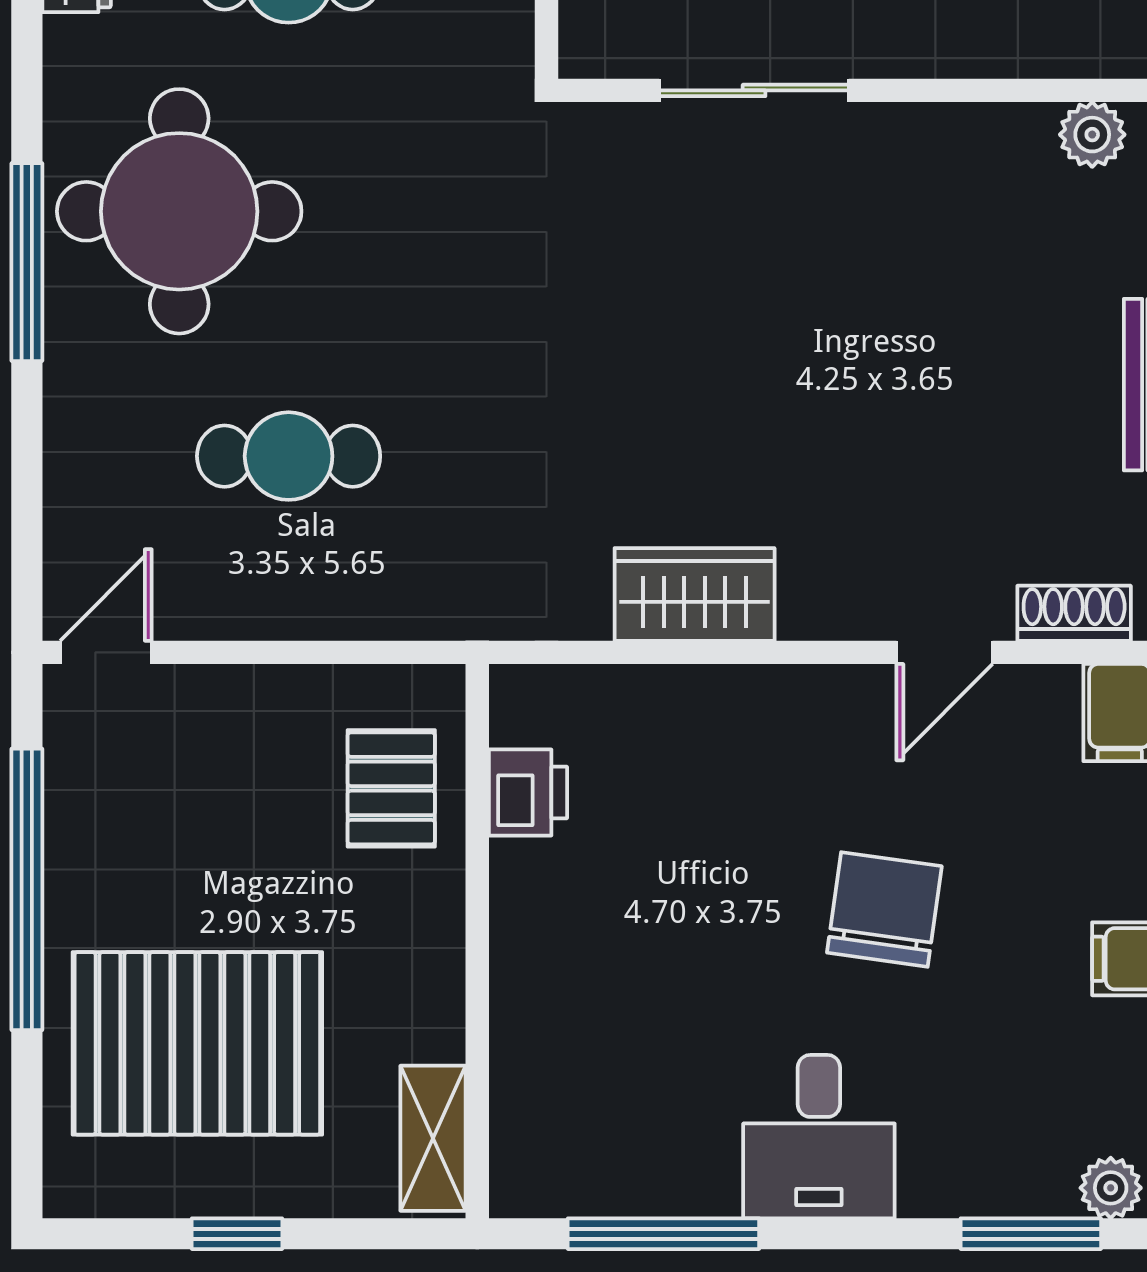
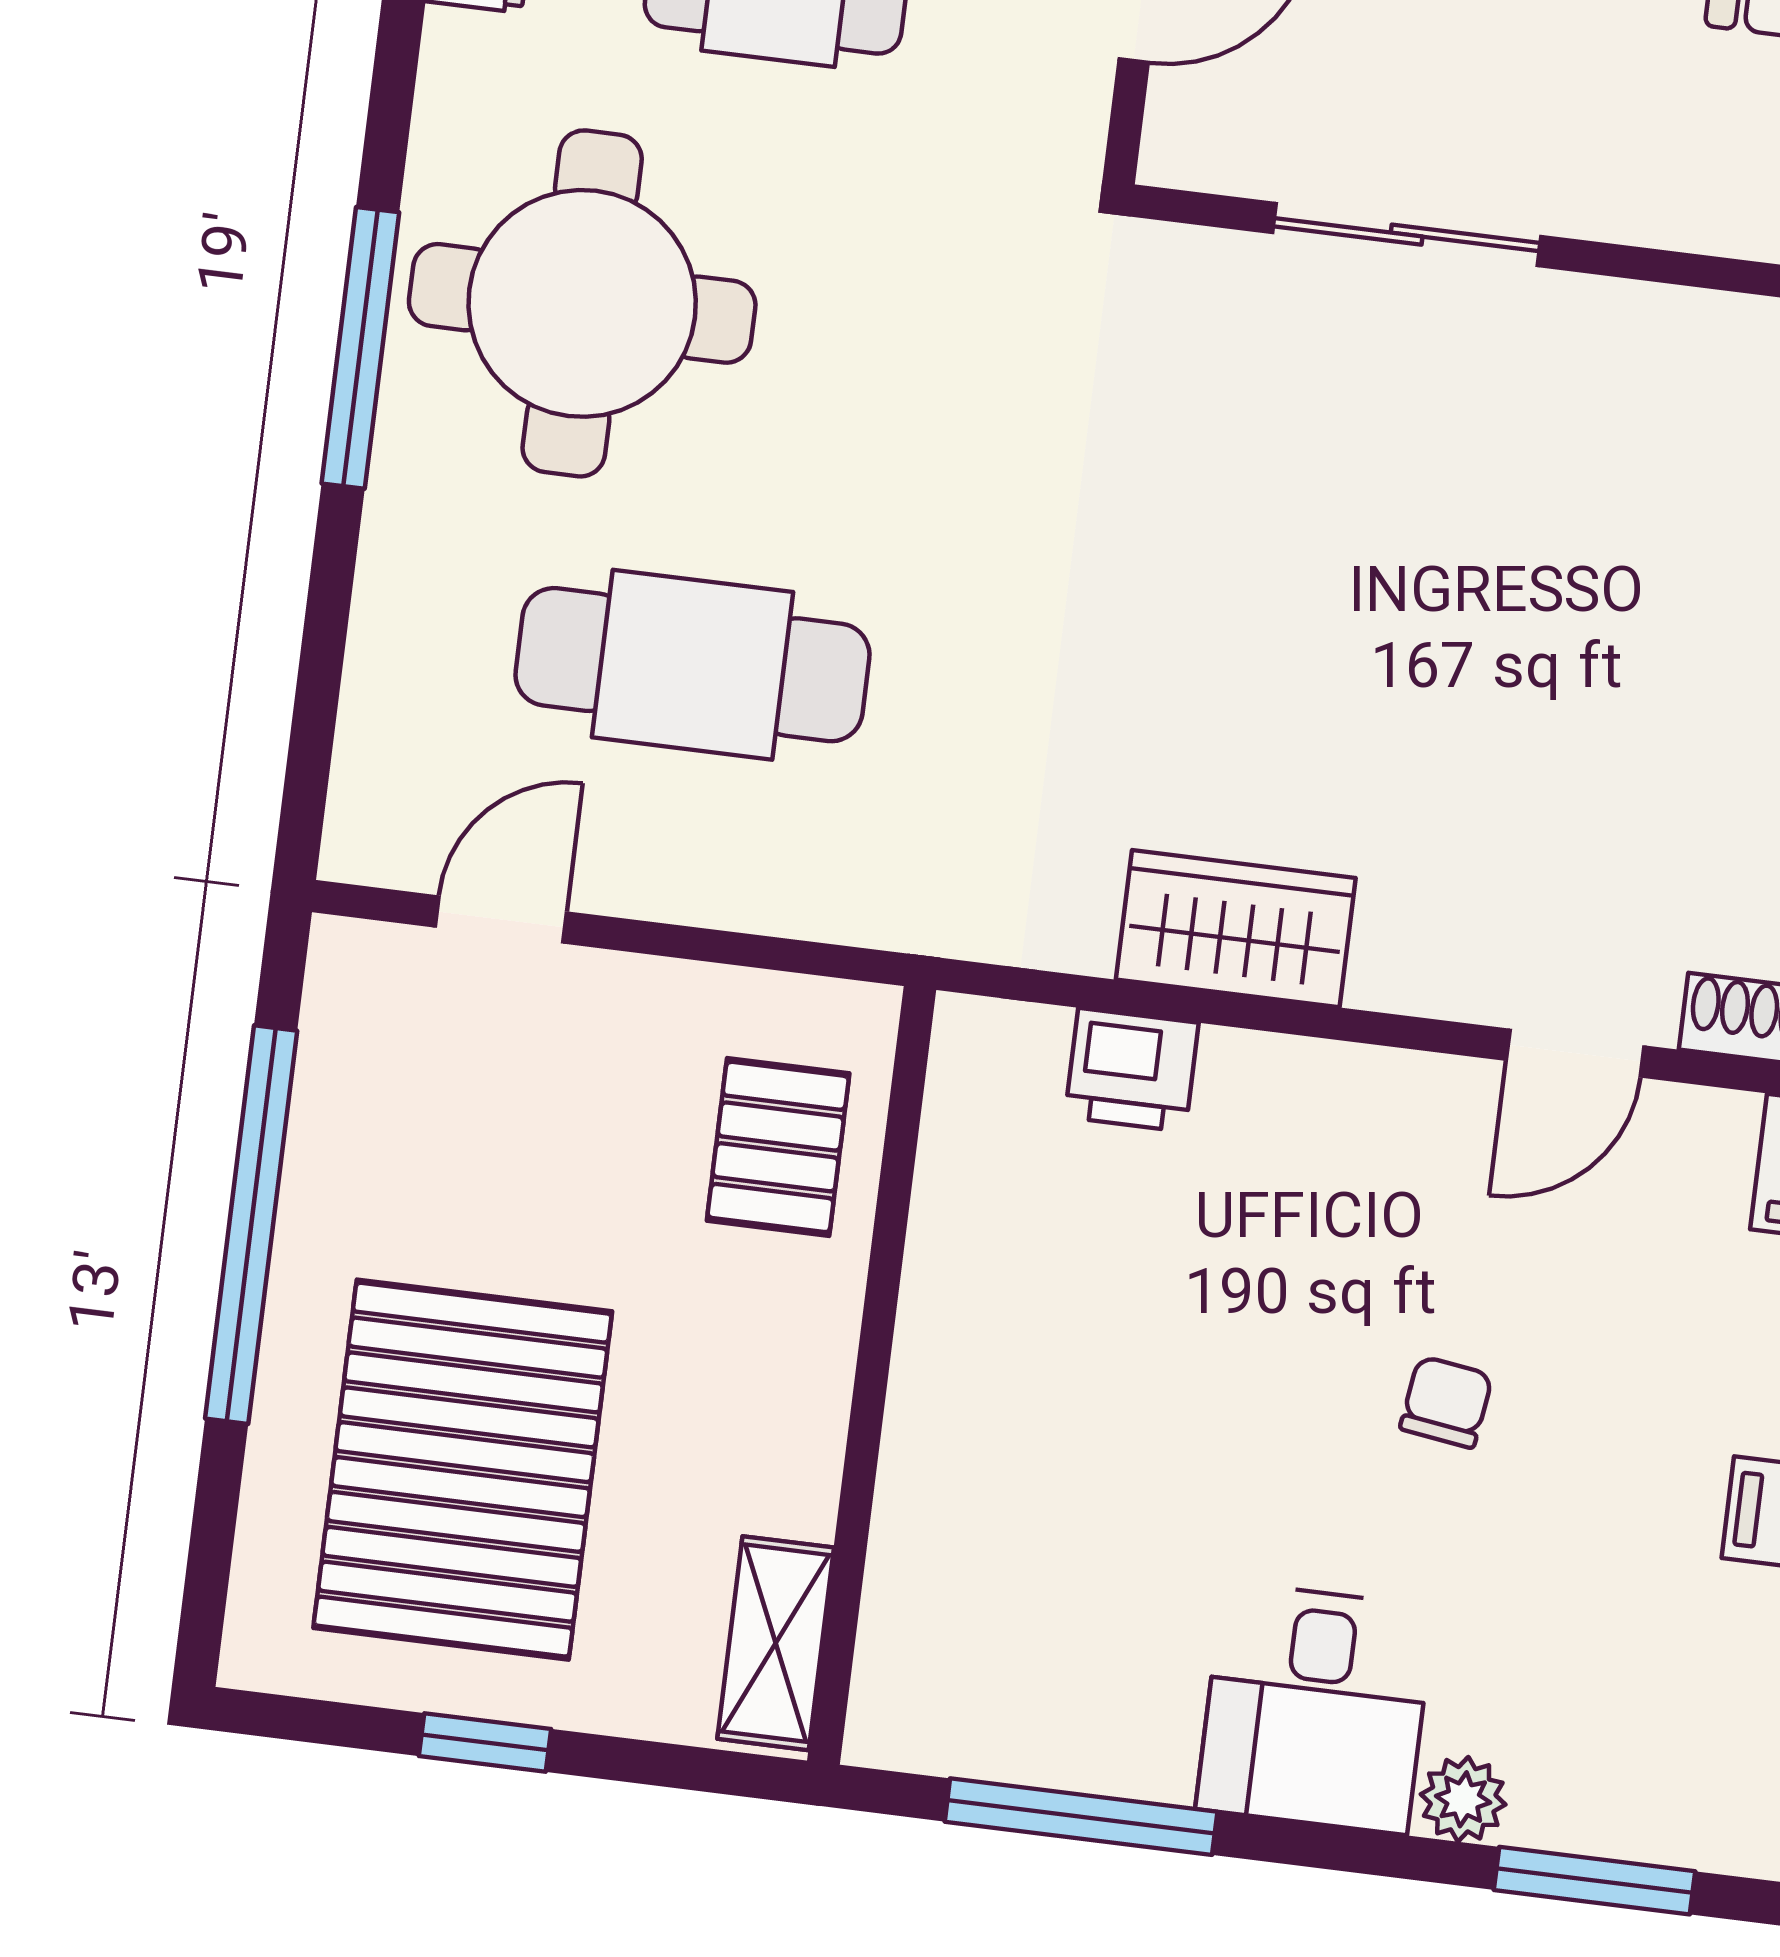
cafe table: (289, 456) -> (692, 665), width x1.37, depth x1.35
door: (106, 652) -> (501, 919), moved
printer: (528, 793) -> (1132, 1070), moved, turned 90
chair: (884, 909) -> (1446, 1402), width x0.54, depth x0.54
pallet: (197, 1043) -> (463, 1470), turned 90
plant: (1111, 1188) -> (1463, 1799), moved

